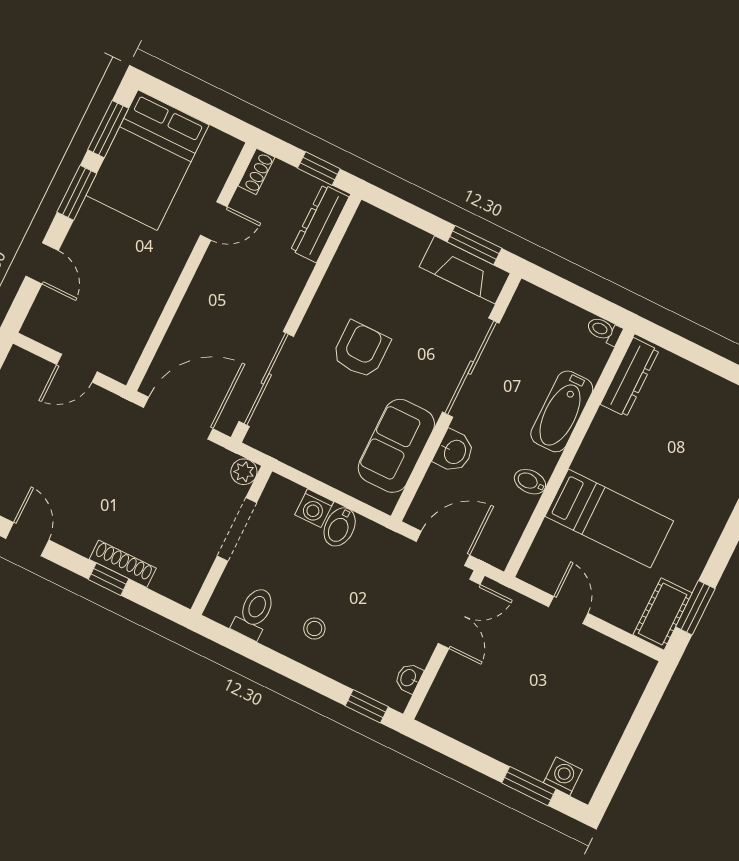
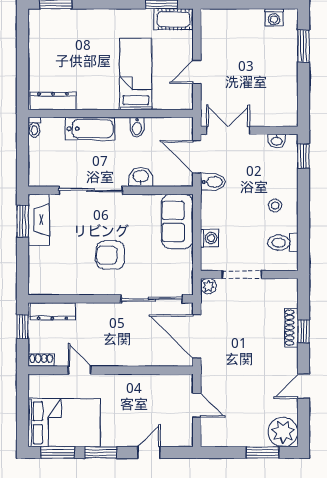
sofa: (396, 446) -> (177, 221), moved, turned 90
bidet: (340, 527) -> (213, 182), moved
washing machine: (563, 776) -> (274, 18), moved, turned -90

